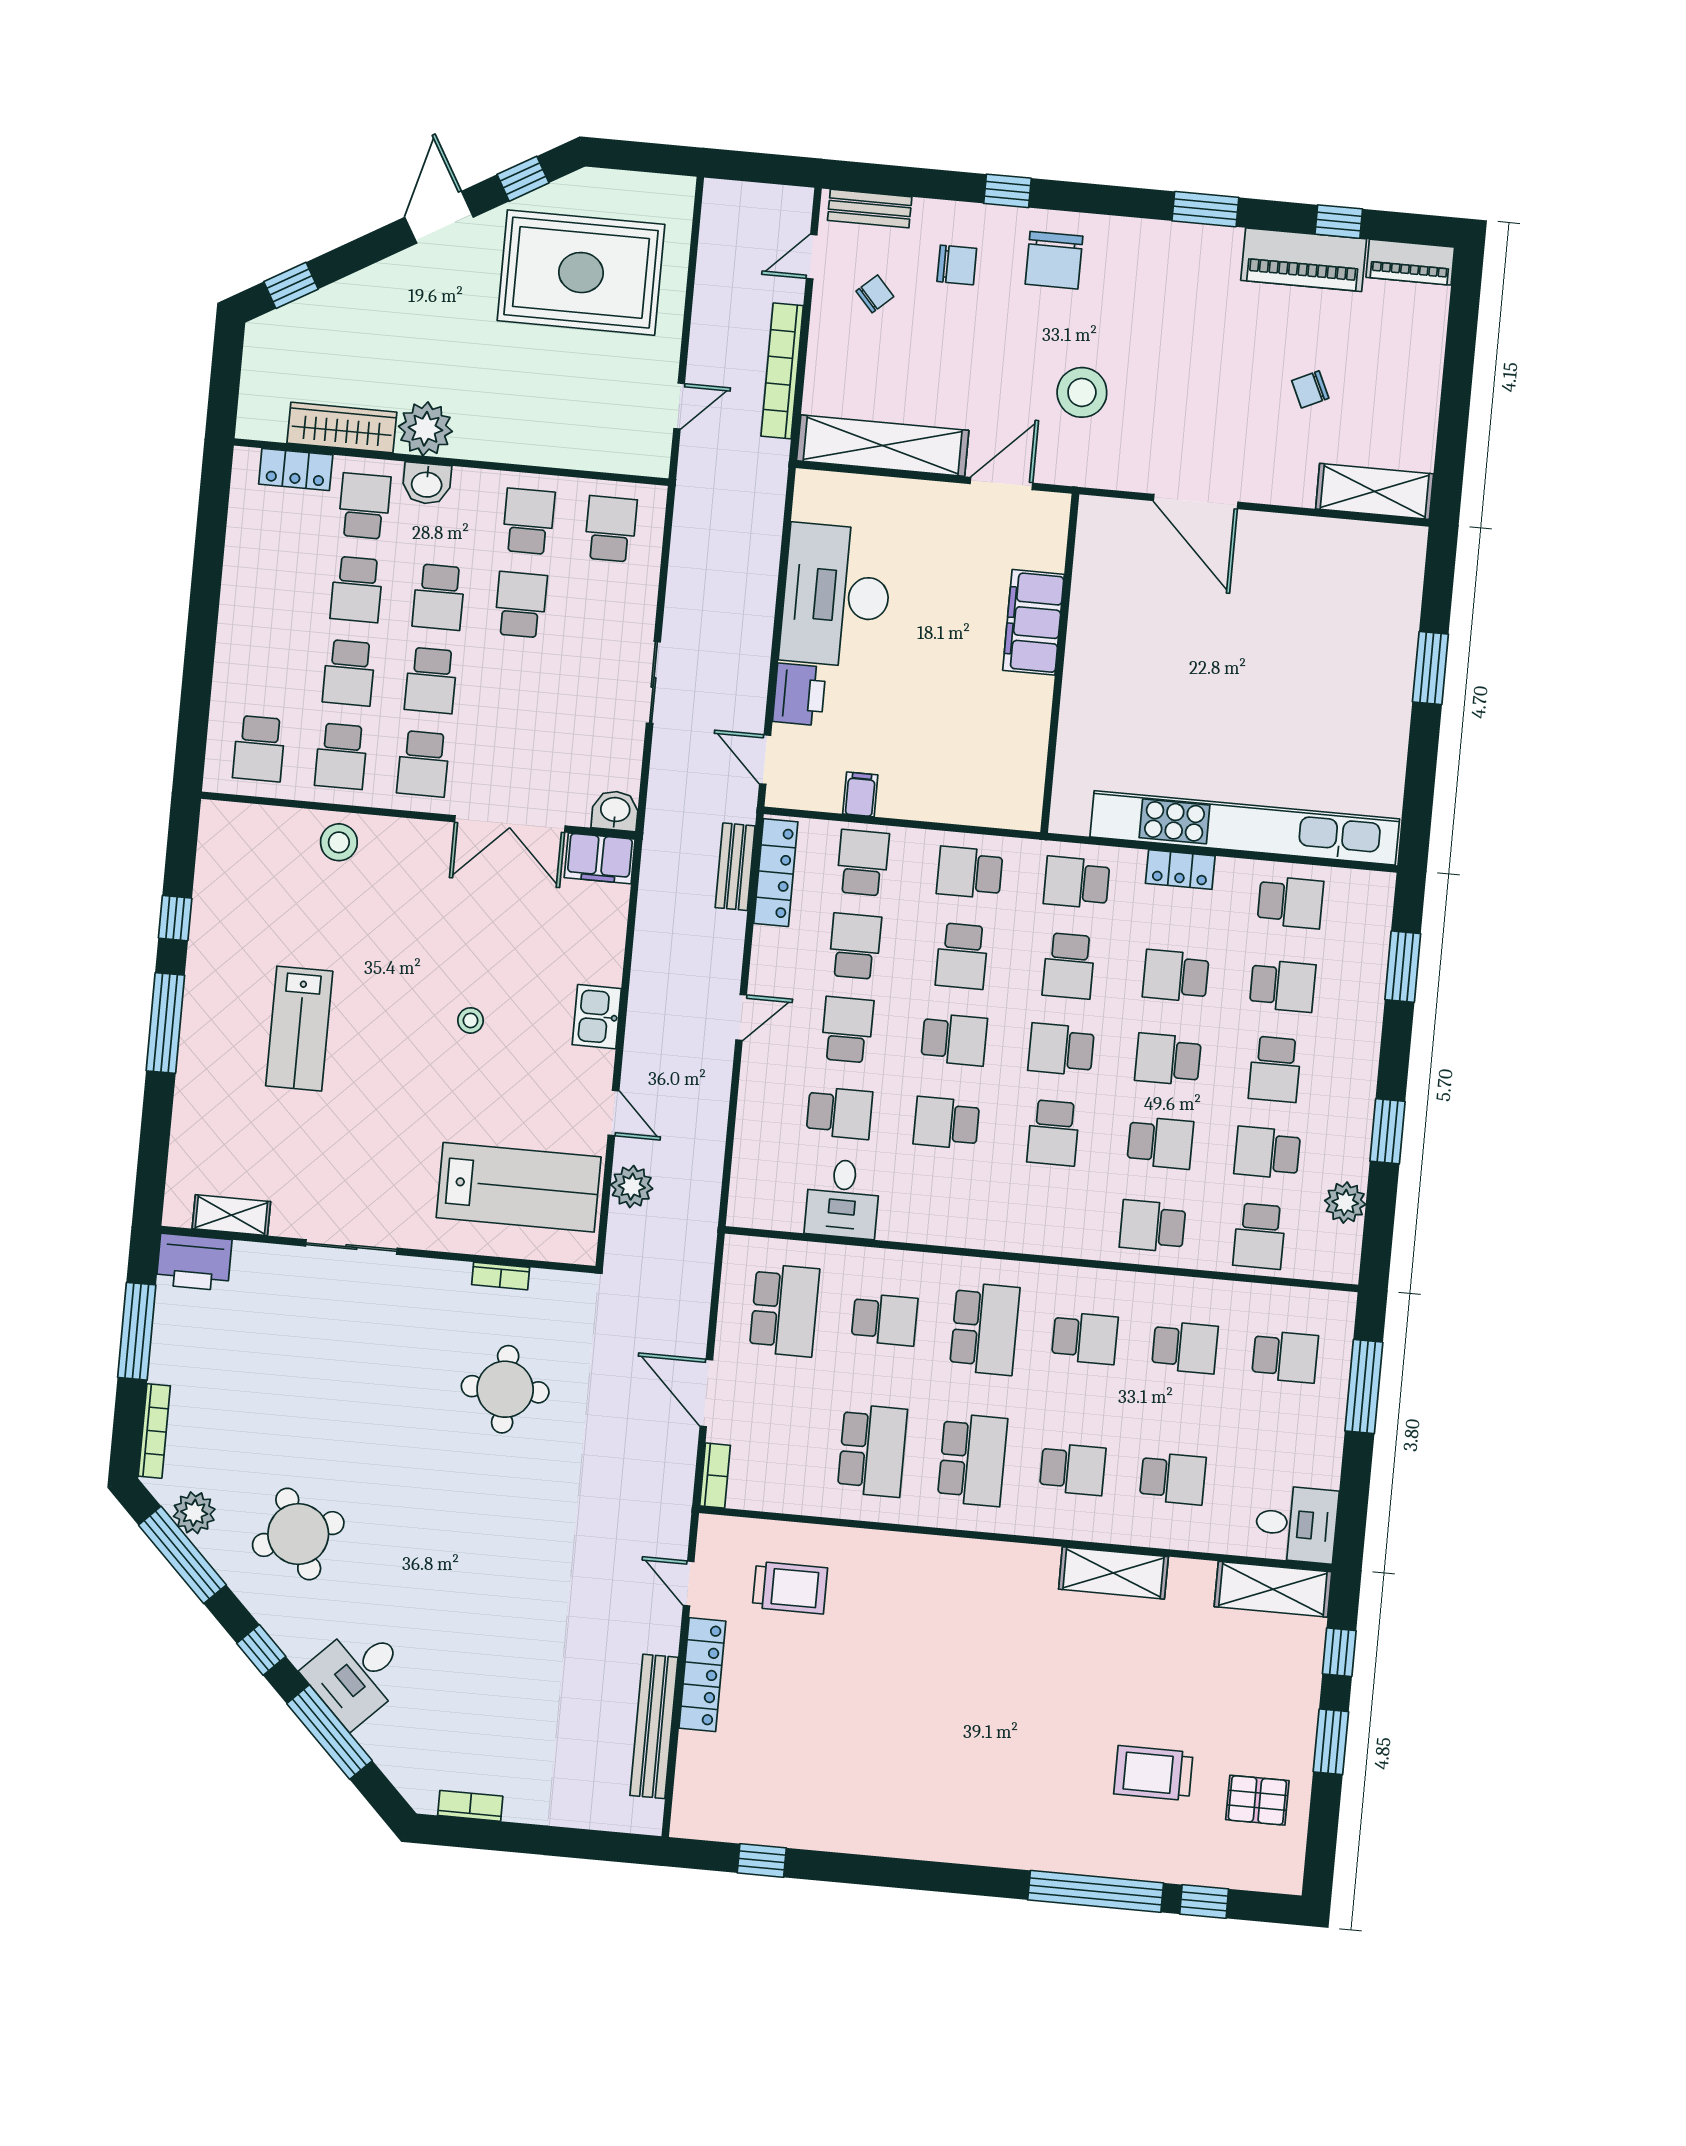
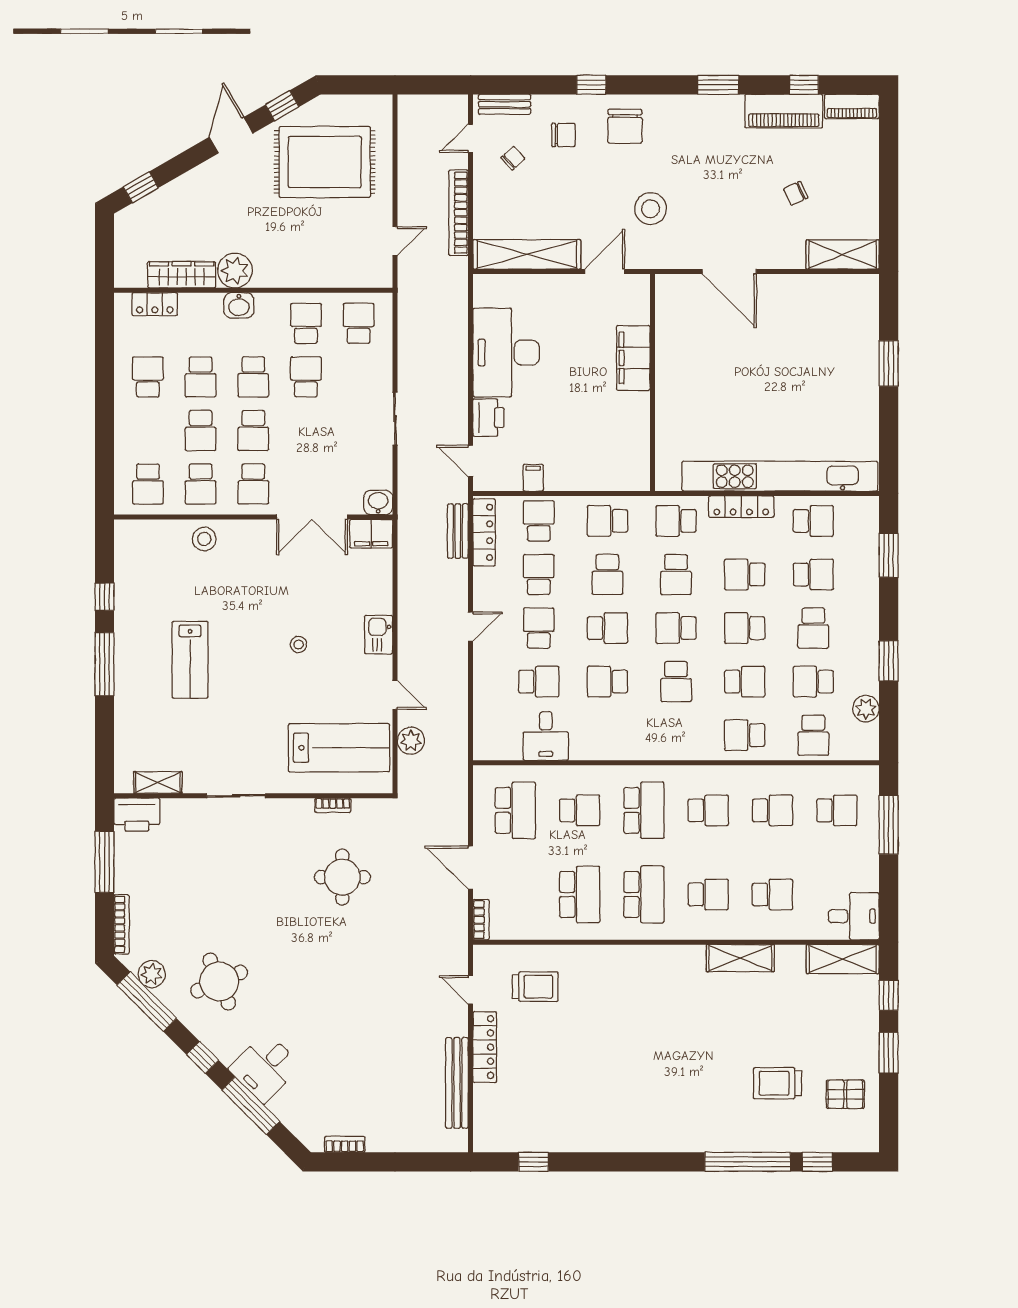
school desk: (364, 506) -> (148, 377), moved
locker: (1180, 870) -> (741, 507), width x1.53

